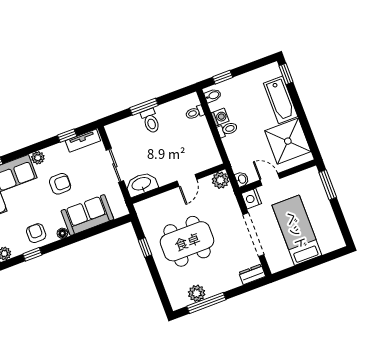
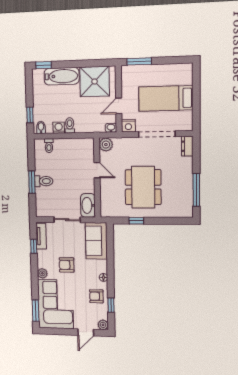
armchair: (60, 184) -> (67, 265), turned -90
sofa: (87, 215) -> (96, 241), moved
plant: (197, 293) -> (186, 195), removed

